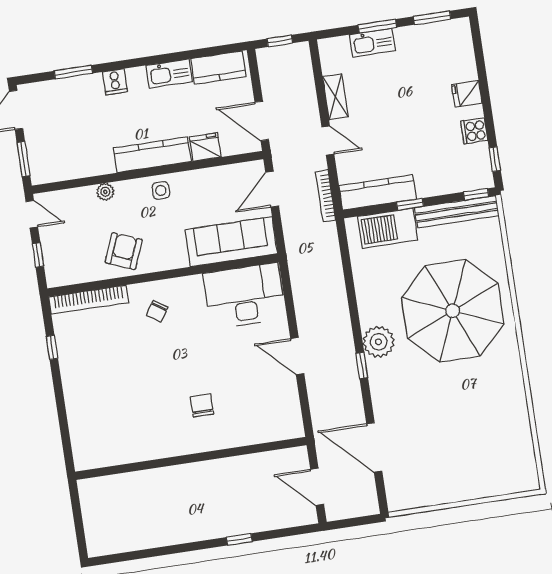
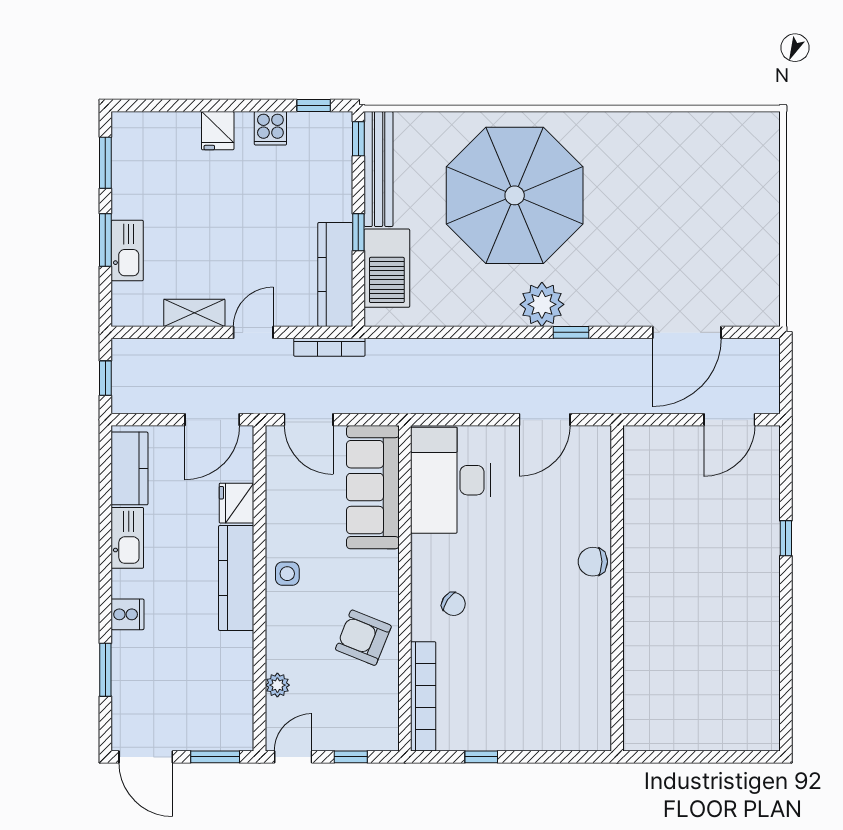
plant: (105, 192) -> (277, 685), moved
wall: (191, 458) -> (617, 588), moved

